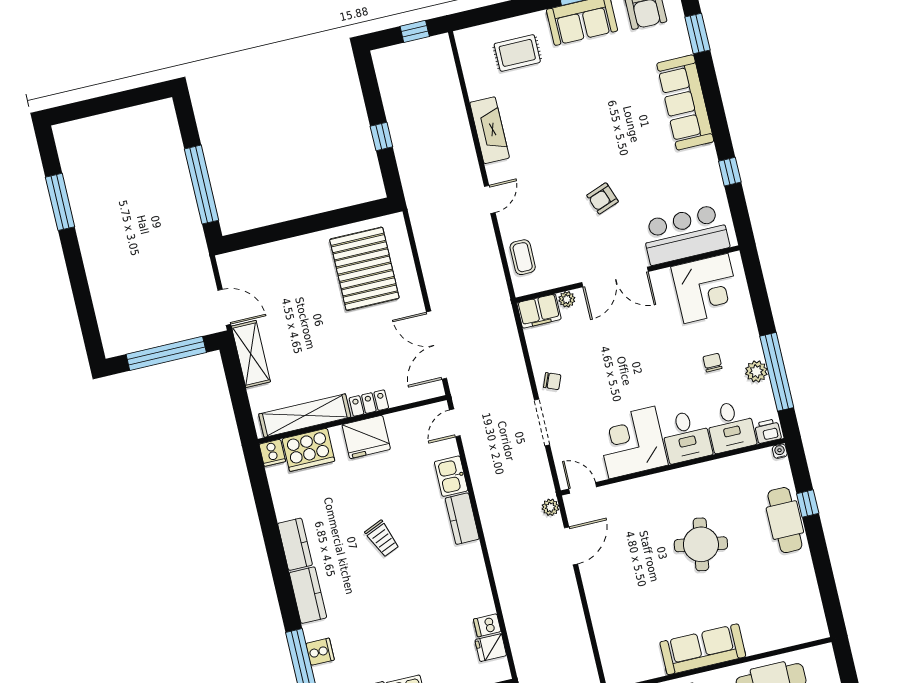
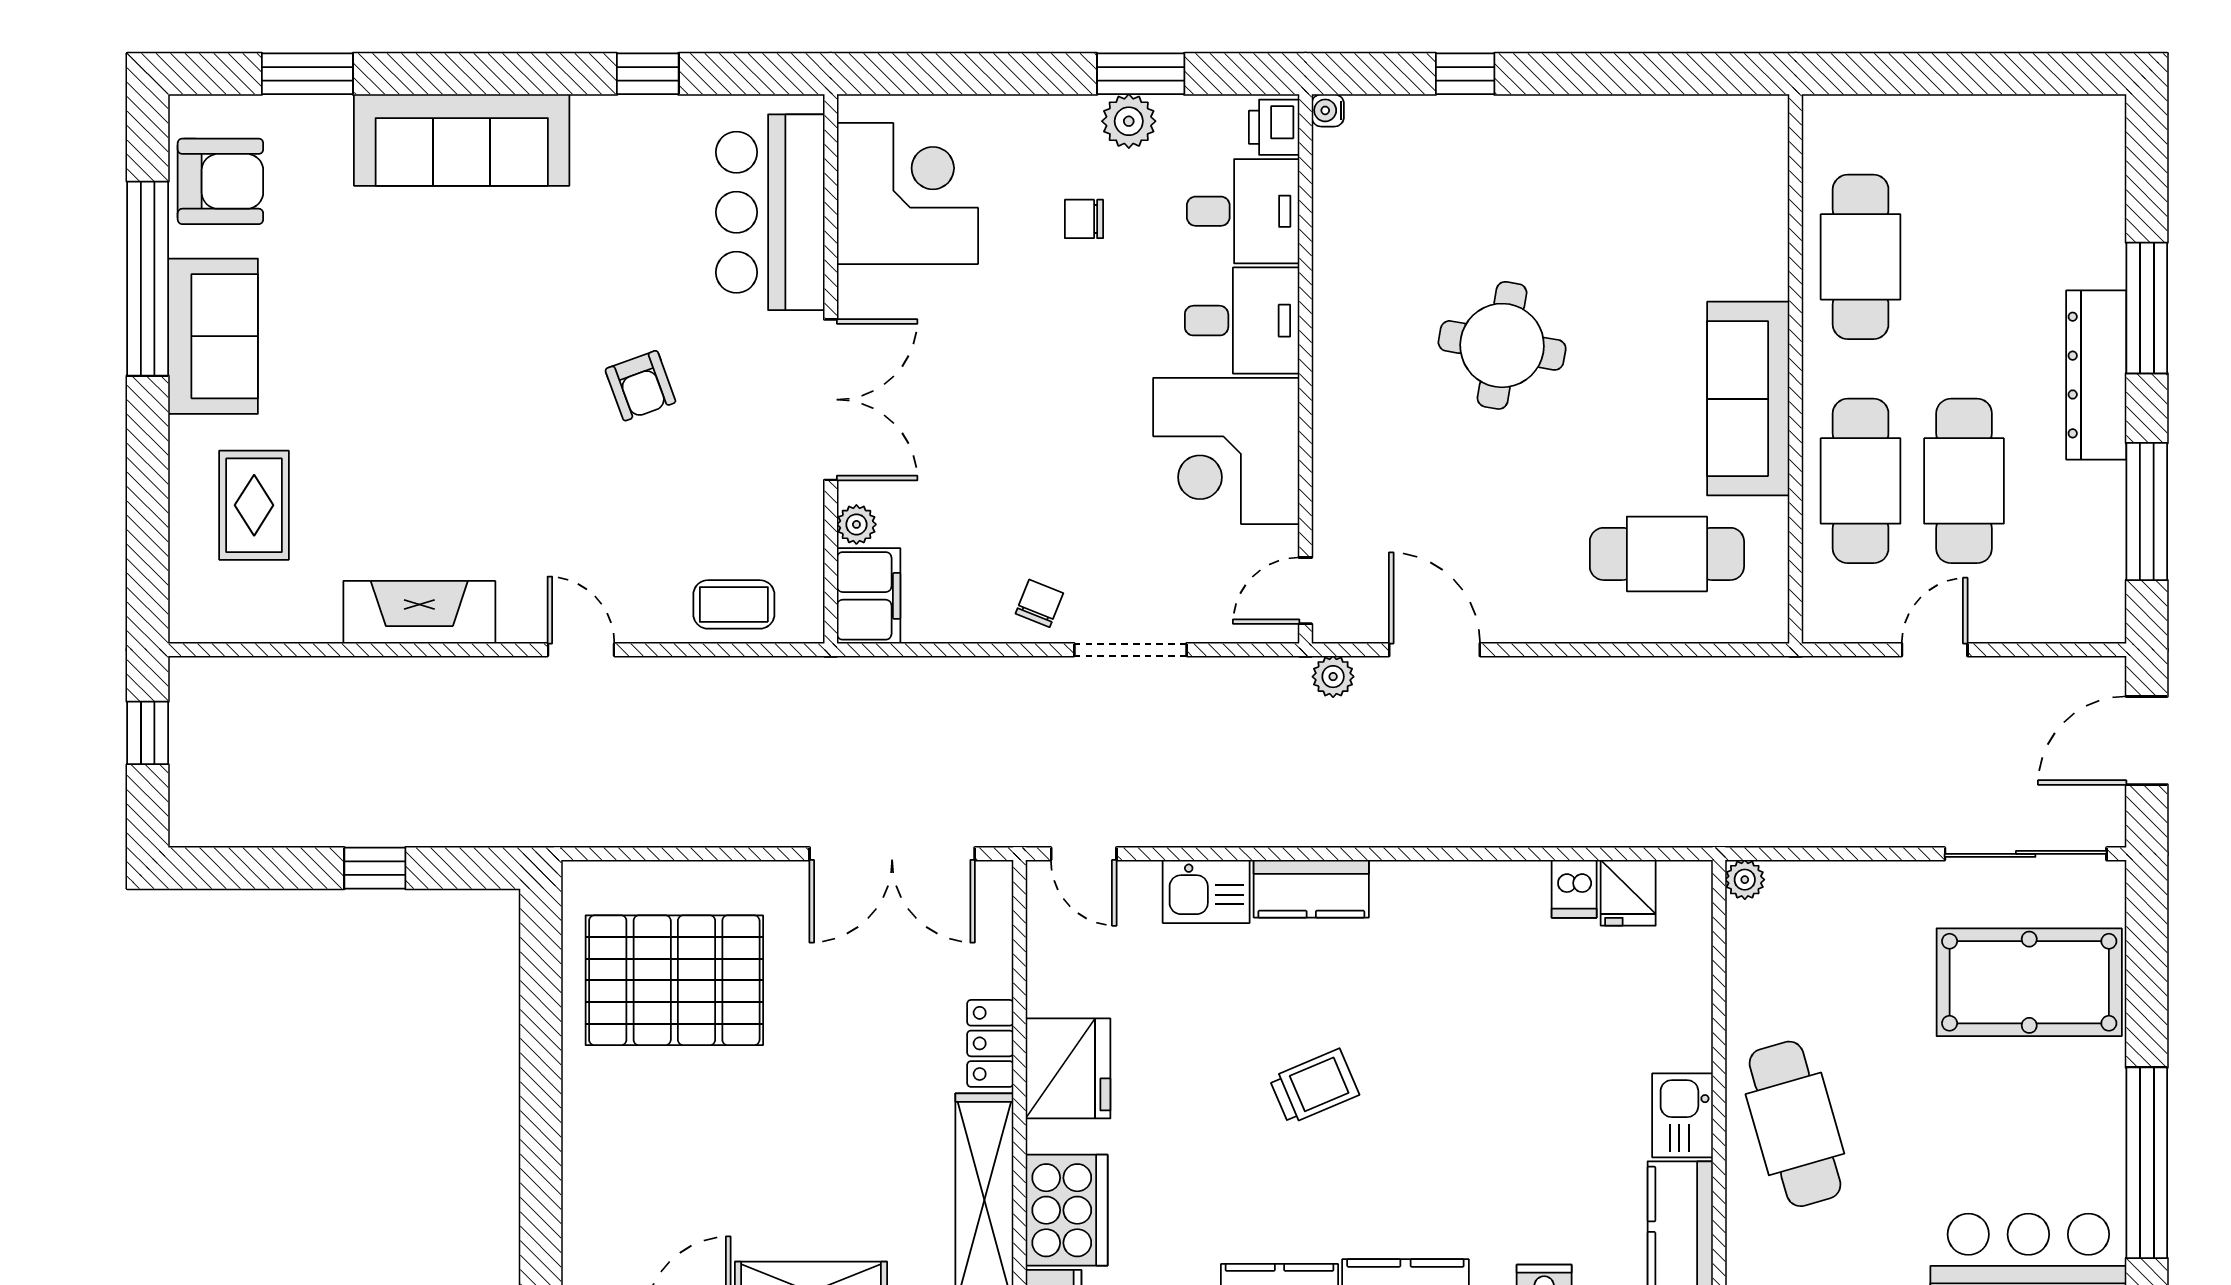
window: (777, 372) -> (1141, 74), width x0.47
cafe table: (785, 520) -> (1667, 554), moved

